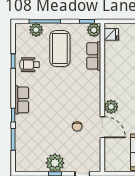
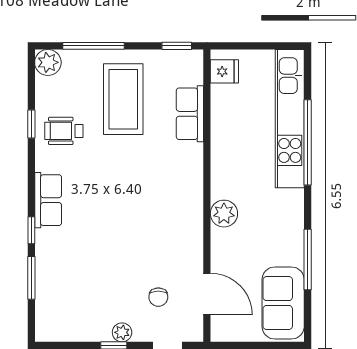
plant: (36, 30) -> (48, 62), moved
plant: (94, 30) -> (190, 63), removed
chair: (77, 126) -> (158, 297), moved
door: (102, 127) -> (207, 294), moved
plant: (55, 163) -> (122, 332), width x0.53, depth x0.53

